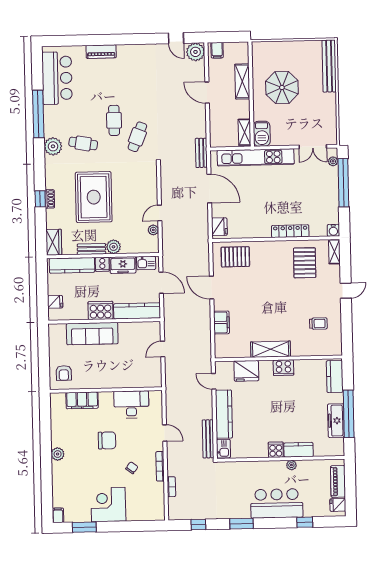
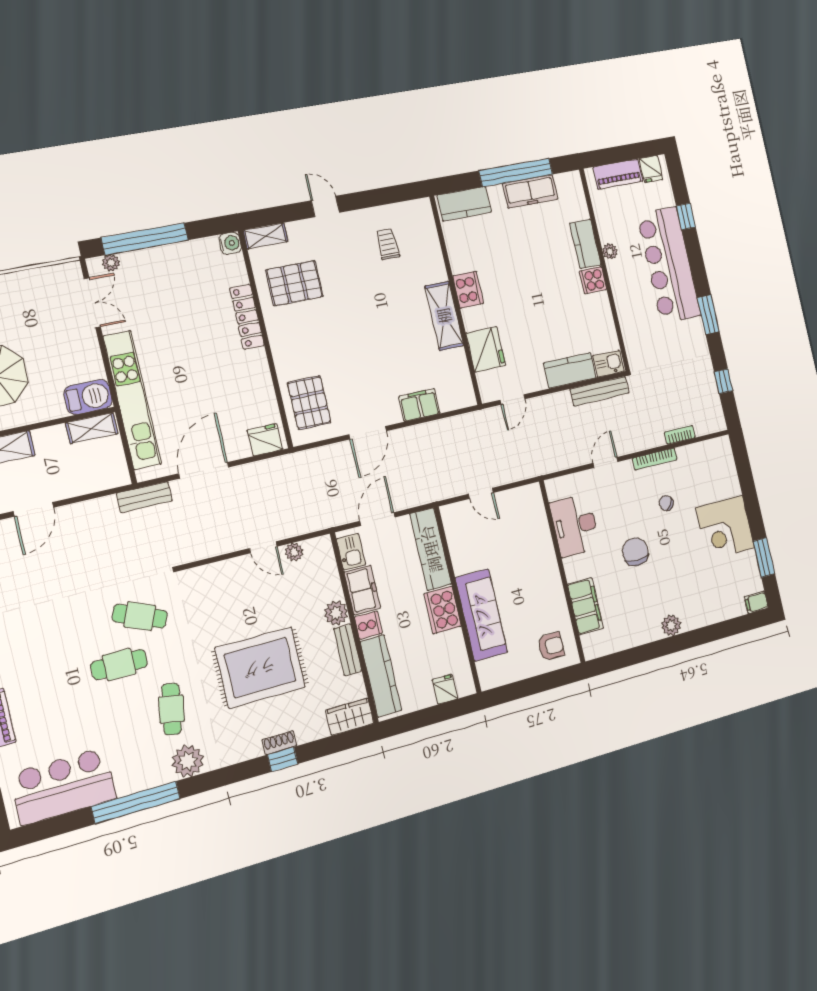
kitchen counter: (224, 414) -> (570, 370), width x0.67
bar counter: (277, 503) -> (669, 265), width x1.36

